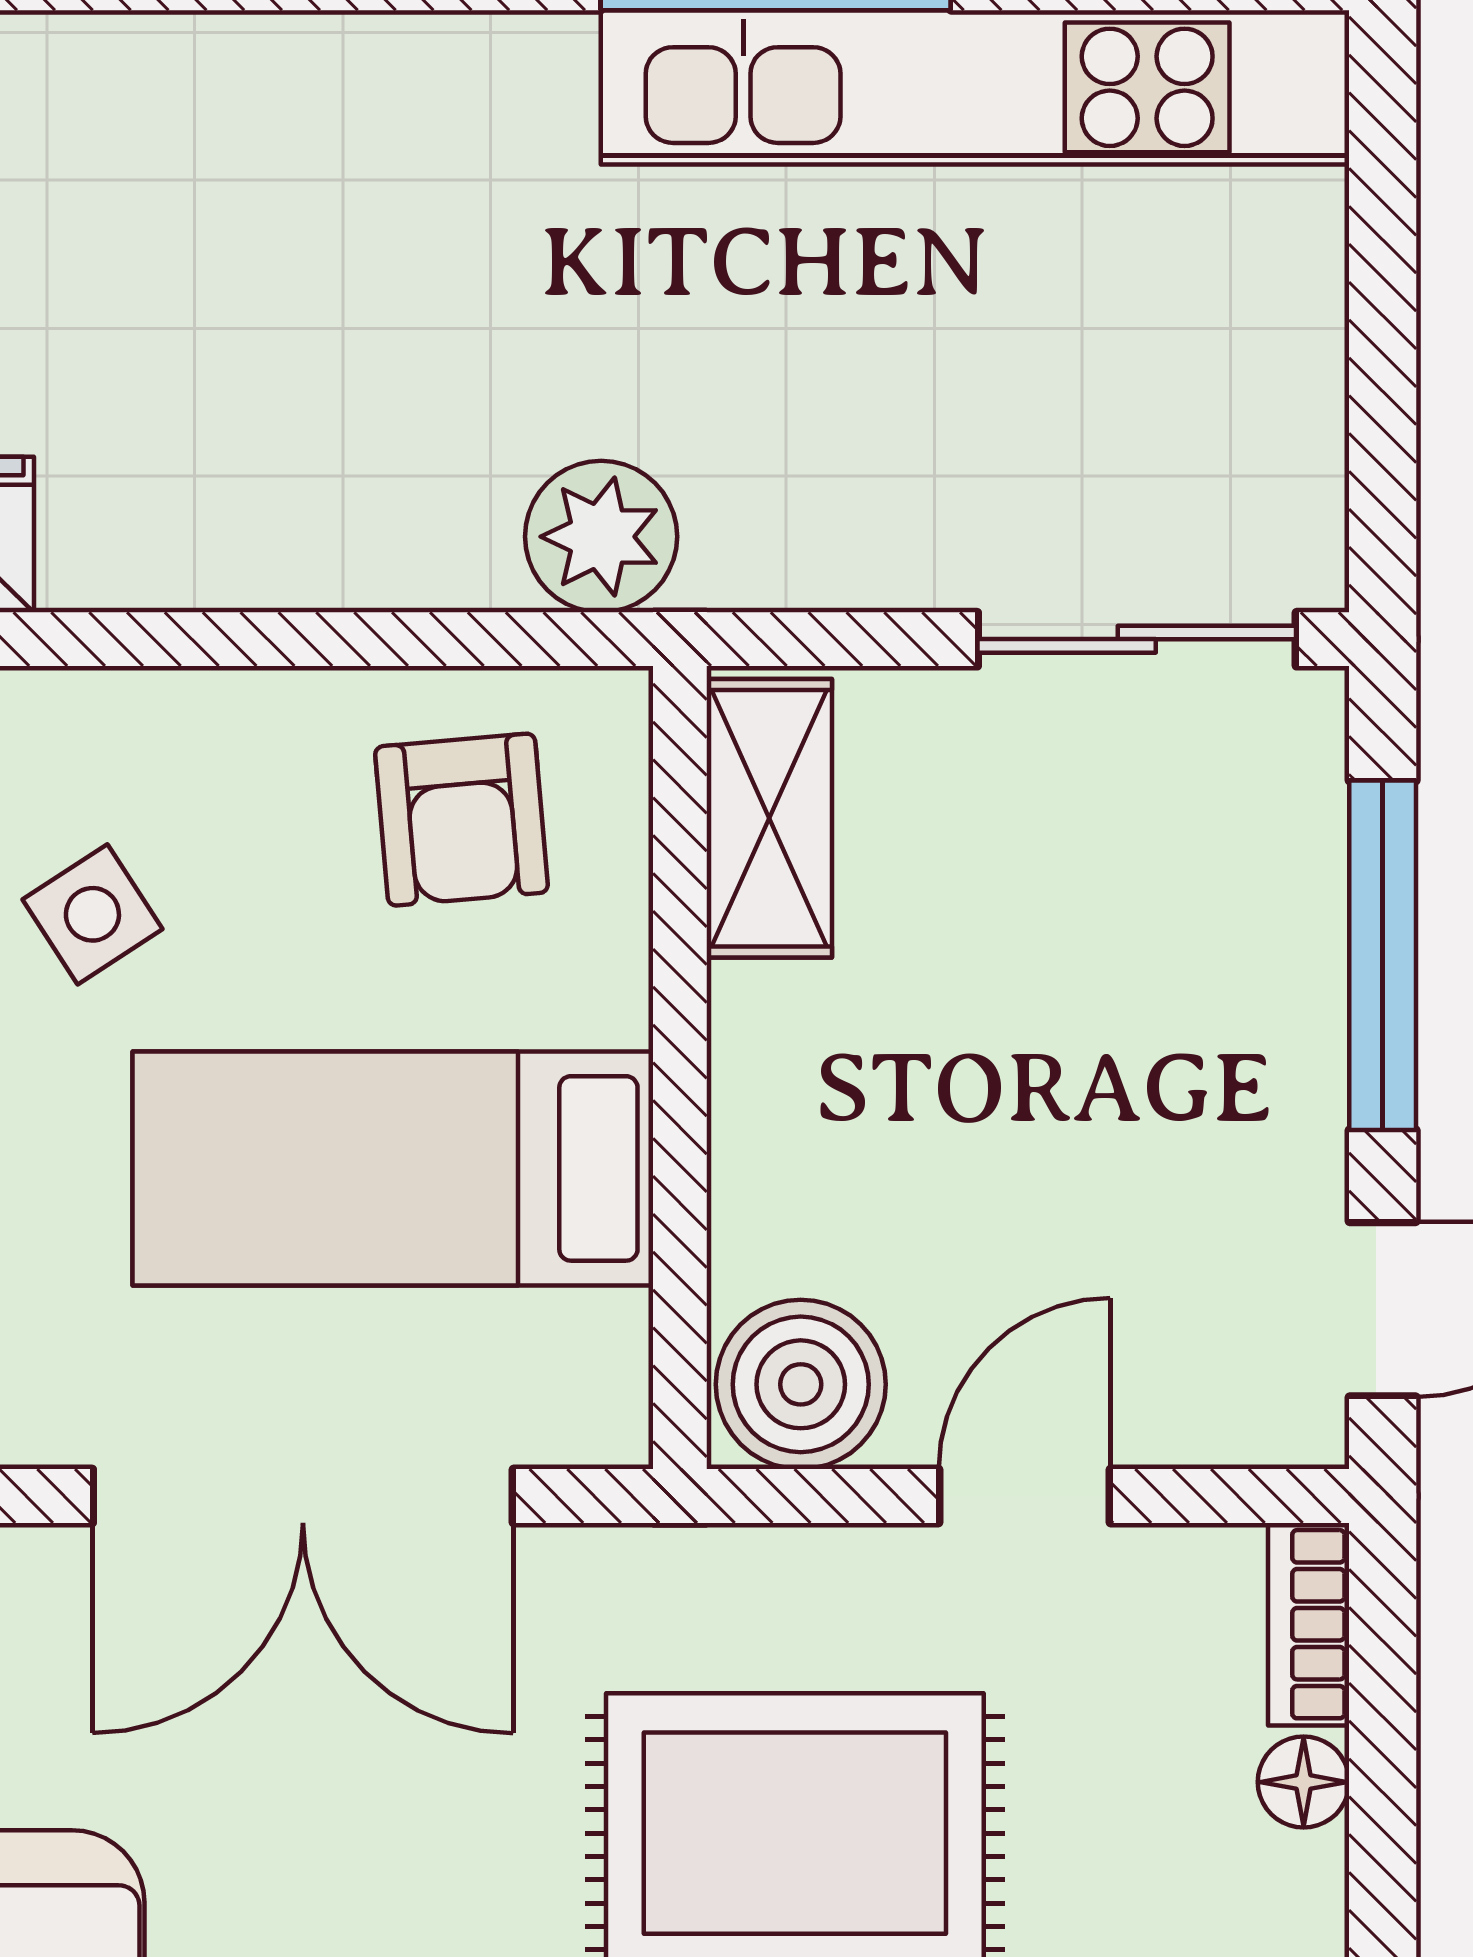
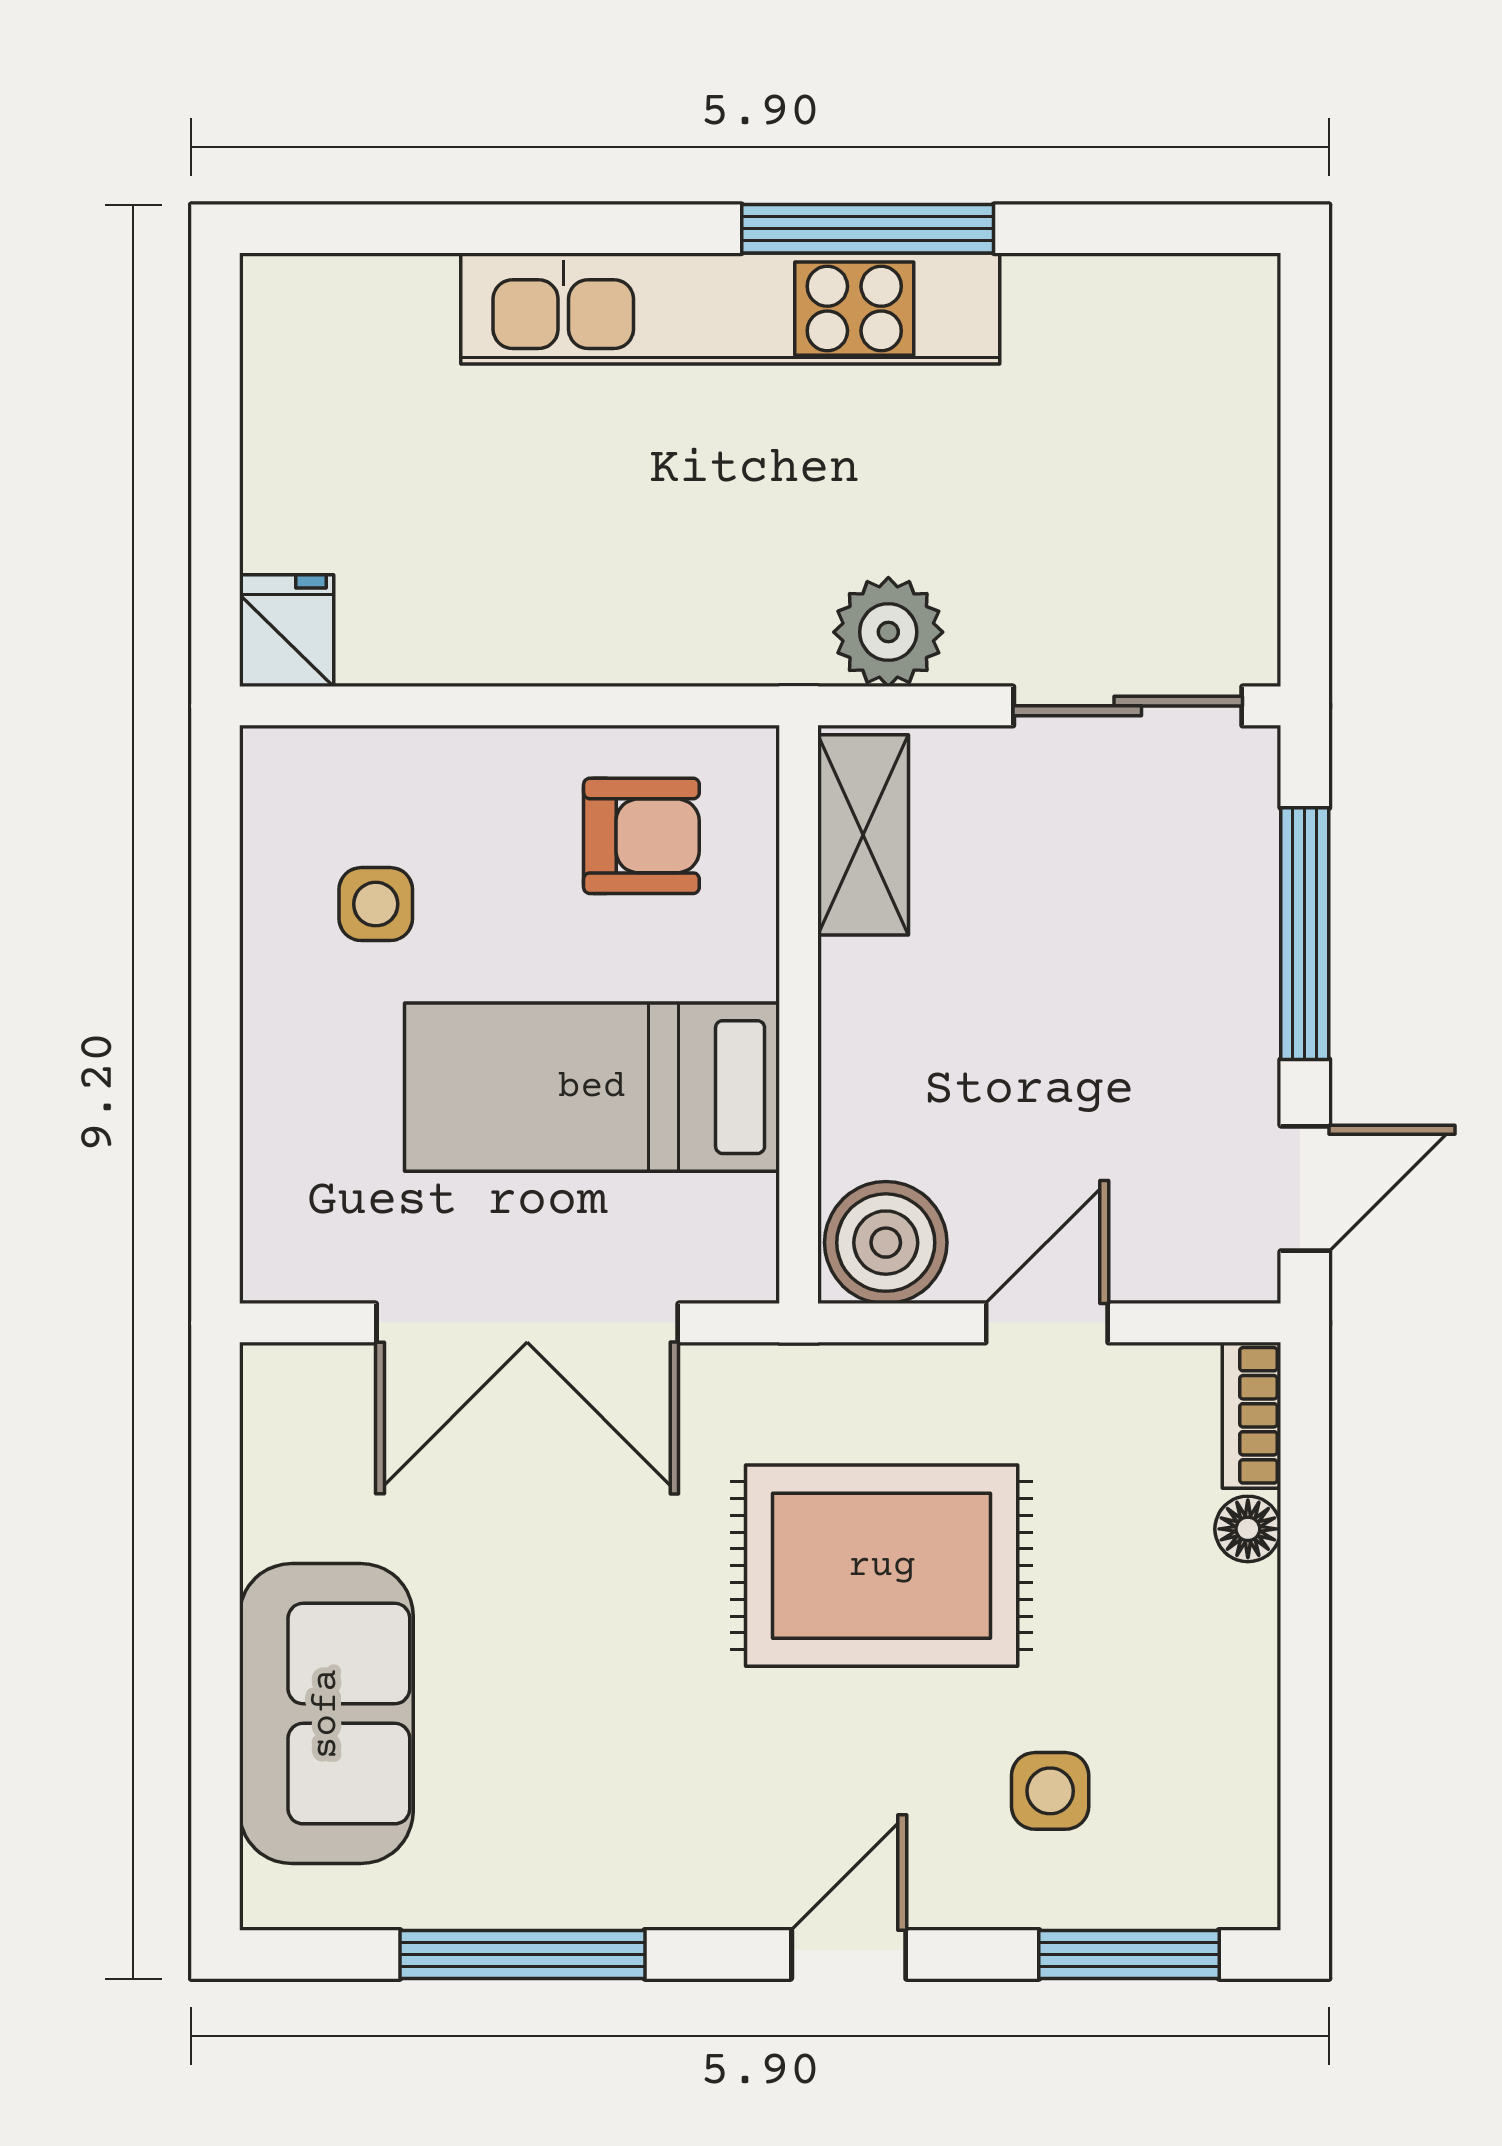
kitchen unit: (975, 87) -> (730, 309), moved
plant: (601, 537) -> (888, 632), moved
armchair: (461, 820) -> (641, 836), turned -85
side table: (92, 914) -> (376, 904), turned 33

